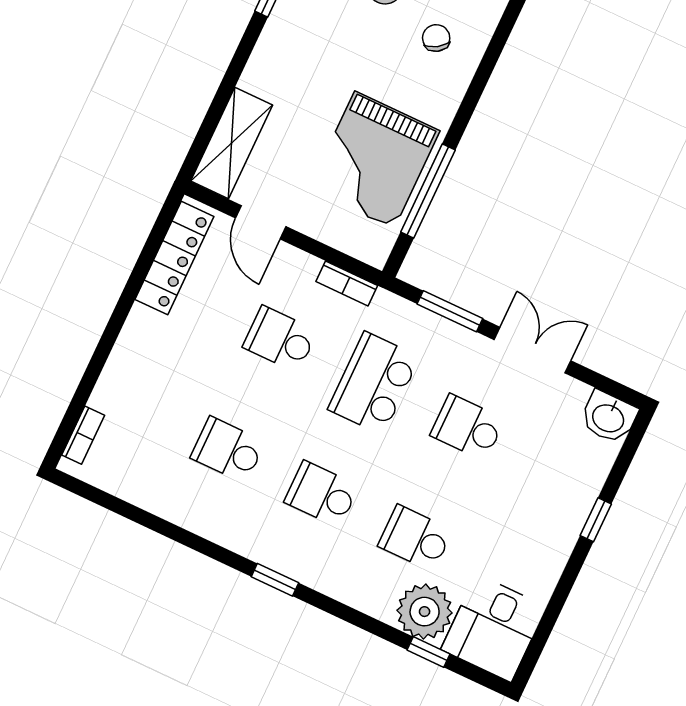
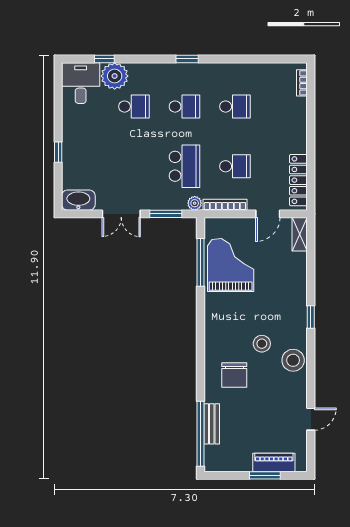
chair: (436, 38) -> (229, 332), removed
shelving: (232, 143) -> (300, 234), width x0.67, depth x0.75
door: (261, 222) -> (268, 214), swing flipped
bookcase: (347, 284) -> (225, 205), width x1.56
plant: (387, 306) -> (195, 203), added
washbasin: (609, 417) -> (78, 200), width x1.38
school desk: (468, 427) -> (134, 166), removed

